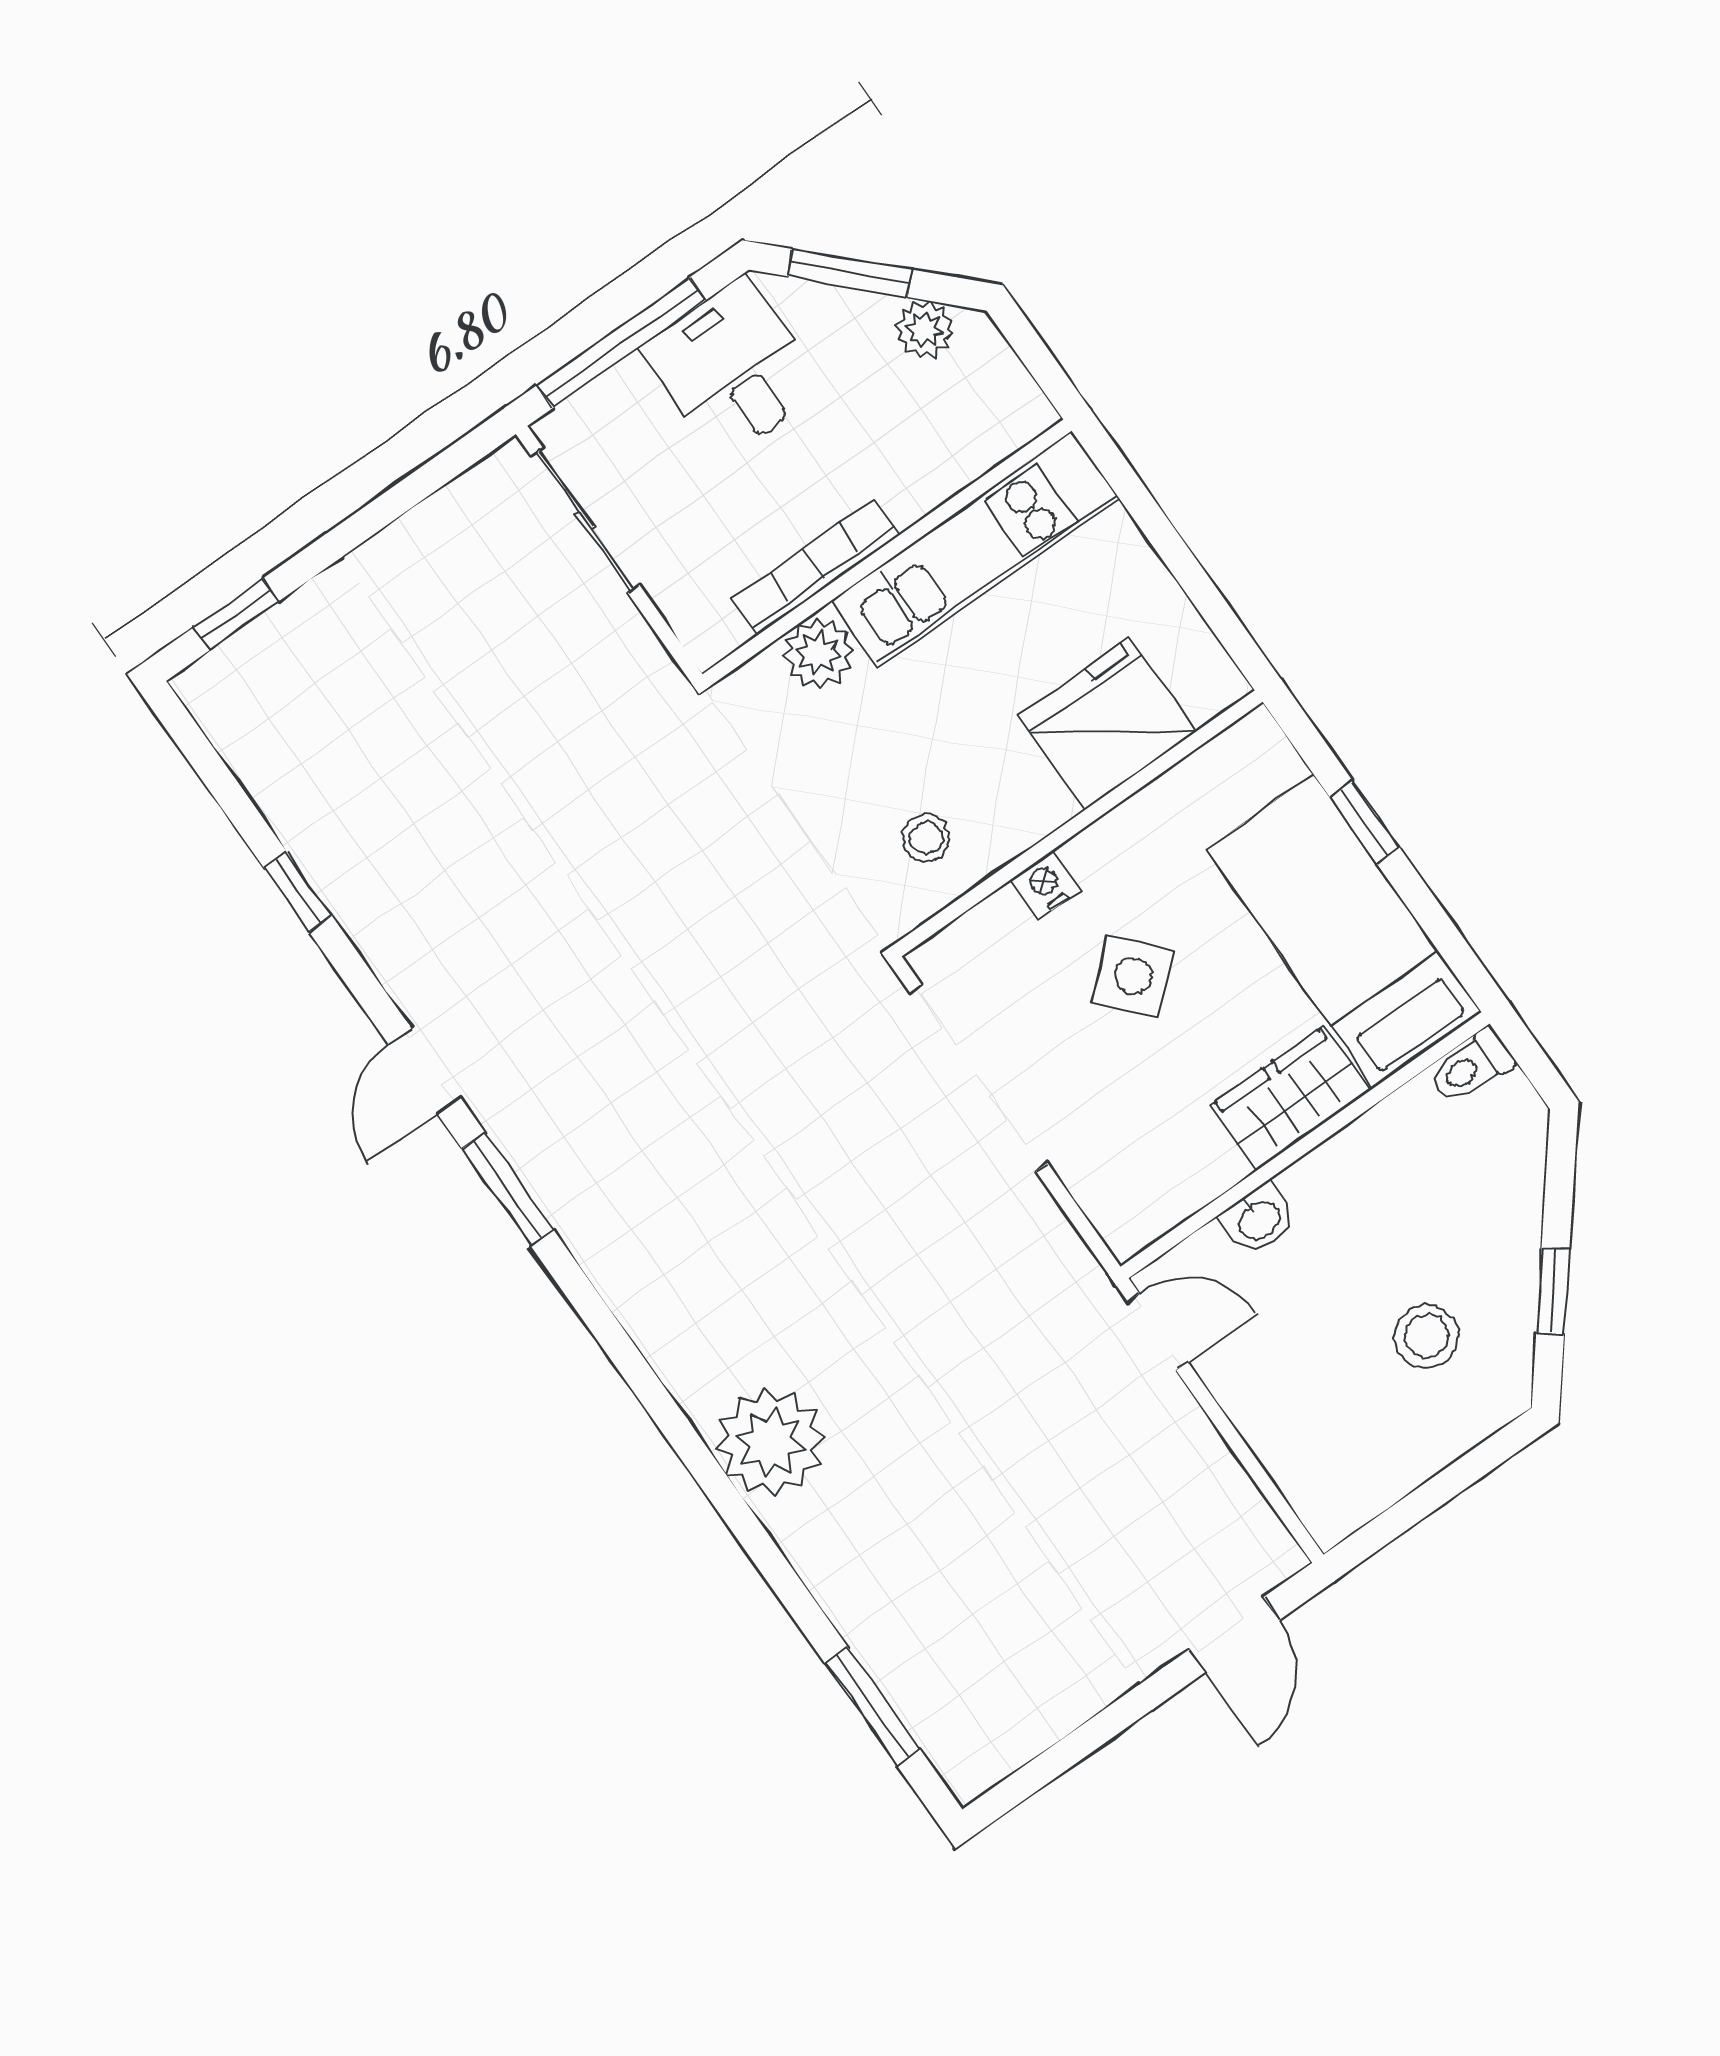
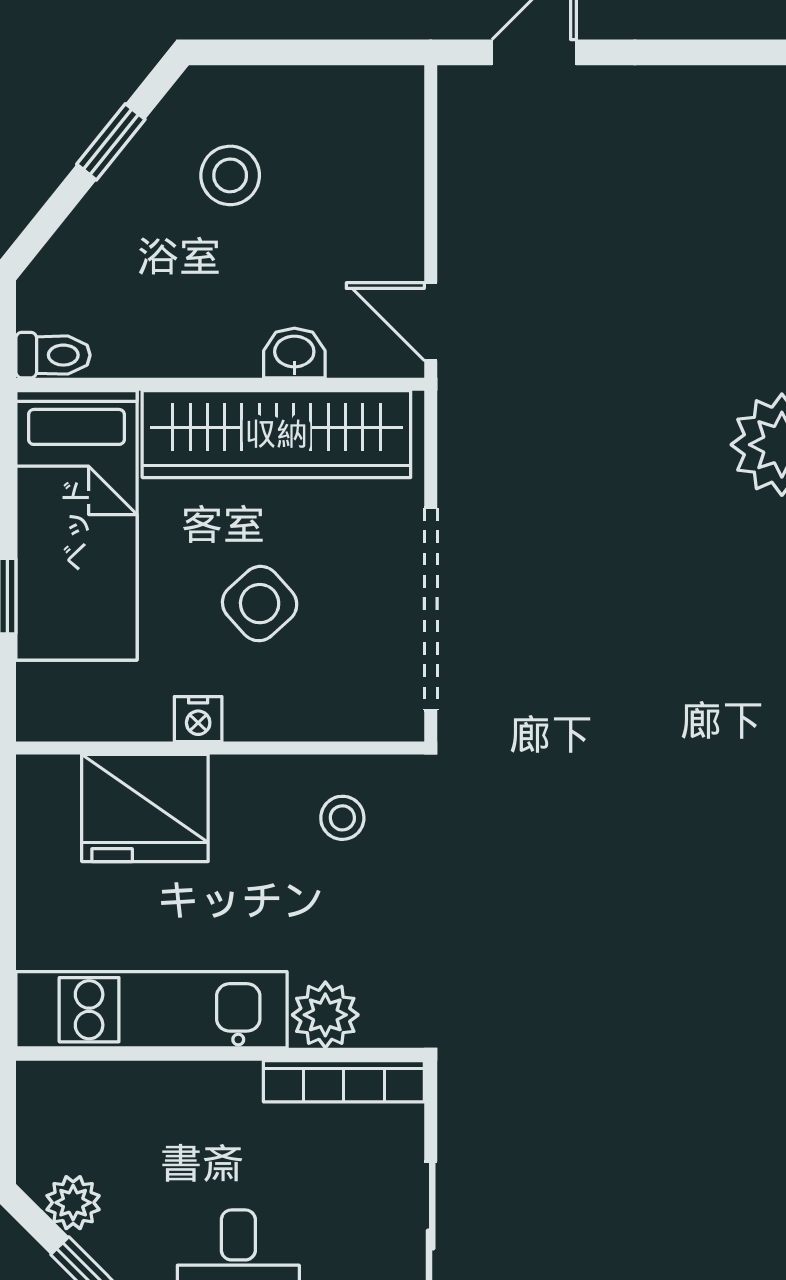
bookcase: (817, 566) -> (344, 1081), moved
nightstand: (1045, 885) -> (198, 719), moved
wardrobe: (1290, 1098) -> (276, 434), width x2.10, depth x1.17

